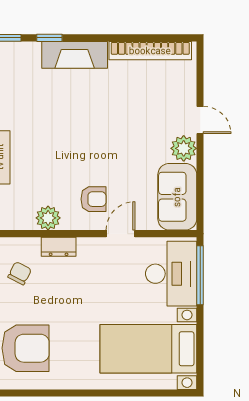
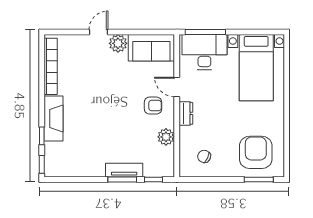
armchair: (93, 199) -> (153, 106), turned 90
dresser: (59, 247) -> (186, 113), moved

